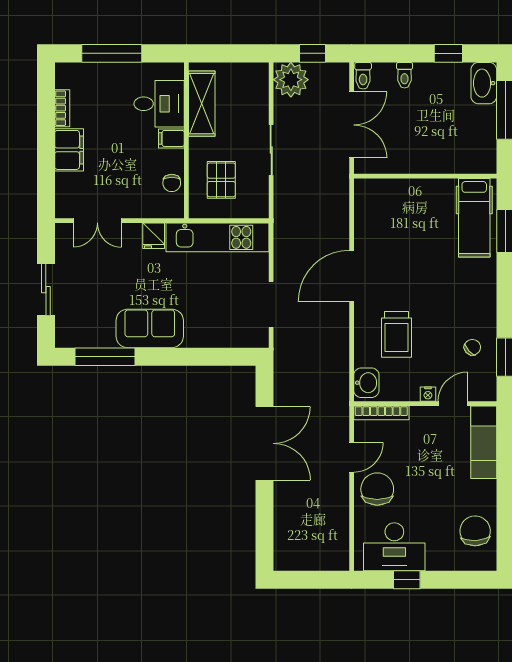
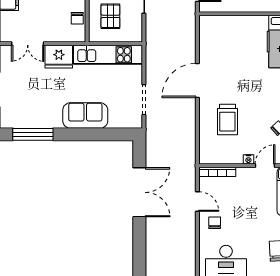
fridge: (154, 236) -> (59, 57), width x1.88, depth x1.34
sofa: (150, 328) -> (85, 115), moved
washbasin: (366, 383) -> (207, 152), removed
door: (352, 457) -> (197, 202), hinge flipped
chair: (377, 489) -> (215, 223), width x0.54, depth x0.54

